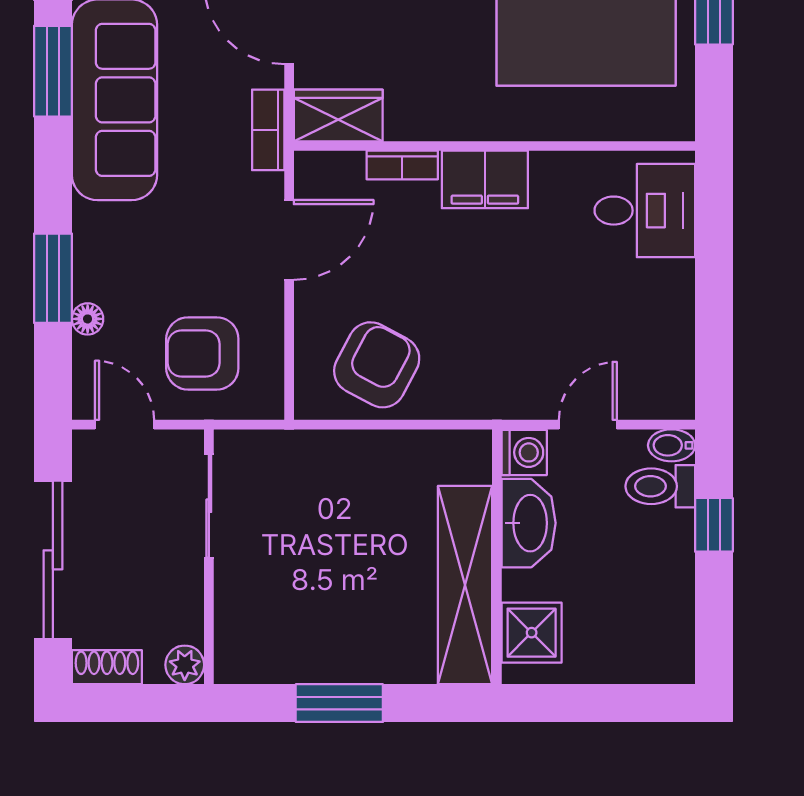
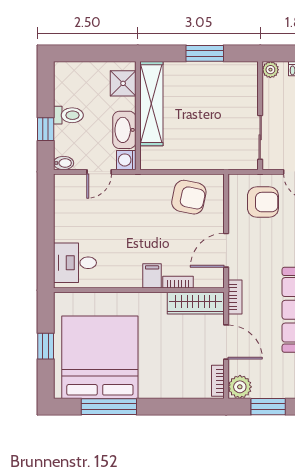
wardrobe: (338, 116) -> (196, 303), width x1.50
filing cabinet: (485, 179) -> (152, 276), width x0.50
armchair: (377, 365) -> (189, 197), turned -106
toilet: (660, 486) -> (68, 115), moved

